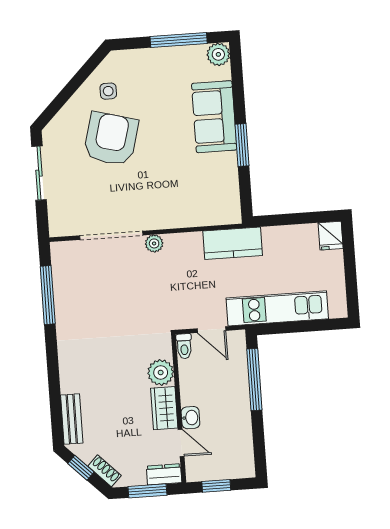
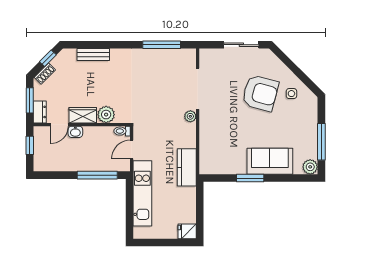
bench: (72, 419) -> (93, 55), moved

